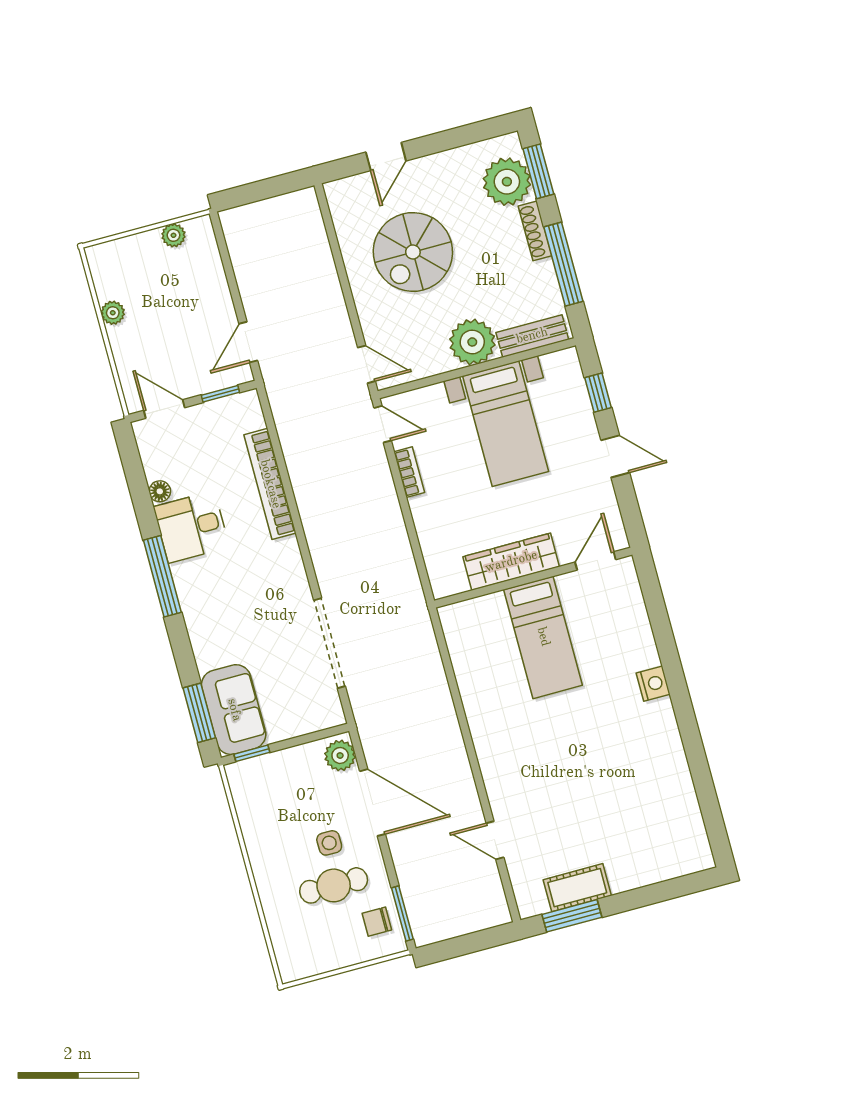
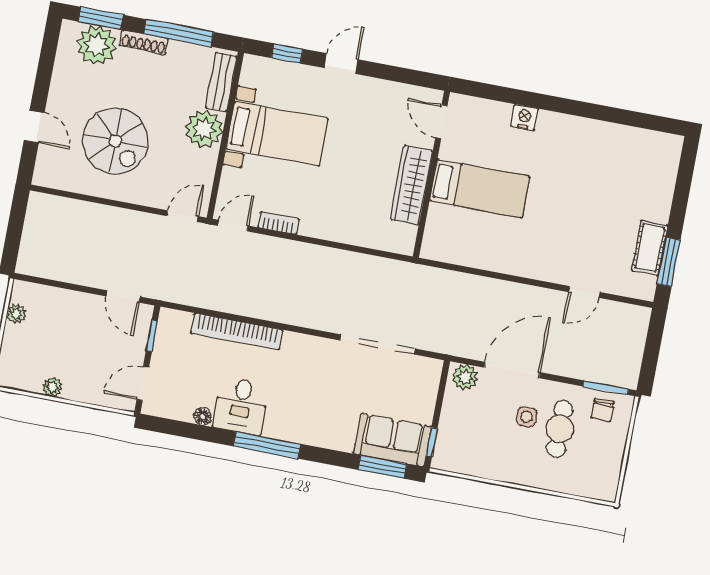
door: (595, 561) -> (441, 122), moved
wardrobe: (511, 562) -> (412, 185), moved
wall: (533, 578) -> (431, 174), moved
bed: (543, 637) -> (480, 188), moved

